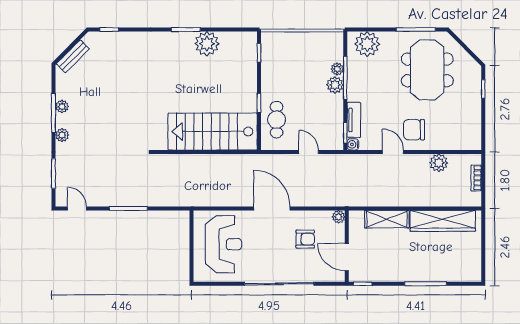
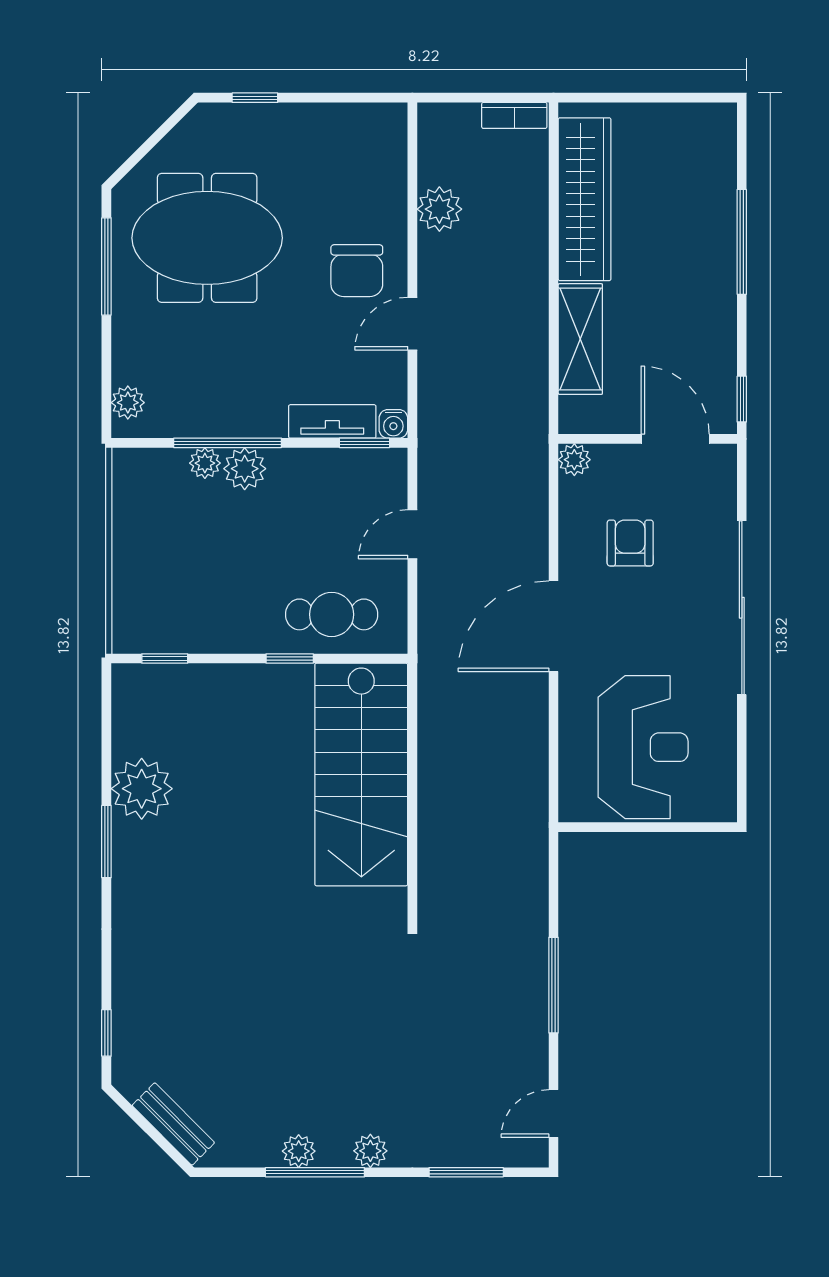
plant: (367, 44) -> (128, 403), width x0.53, depth x0.53
bookcase: (476, 178) -> (514, 115), moved
reception desk: (224, 244) -> (643, 747), turned 90
door: (347, 257) -> (675, 439), swing flipped

